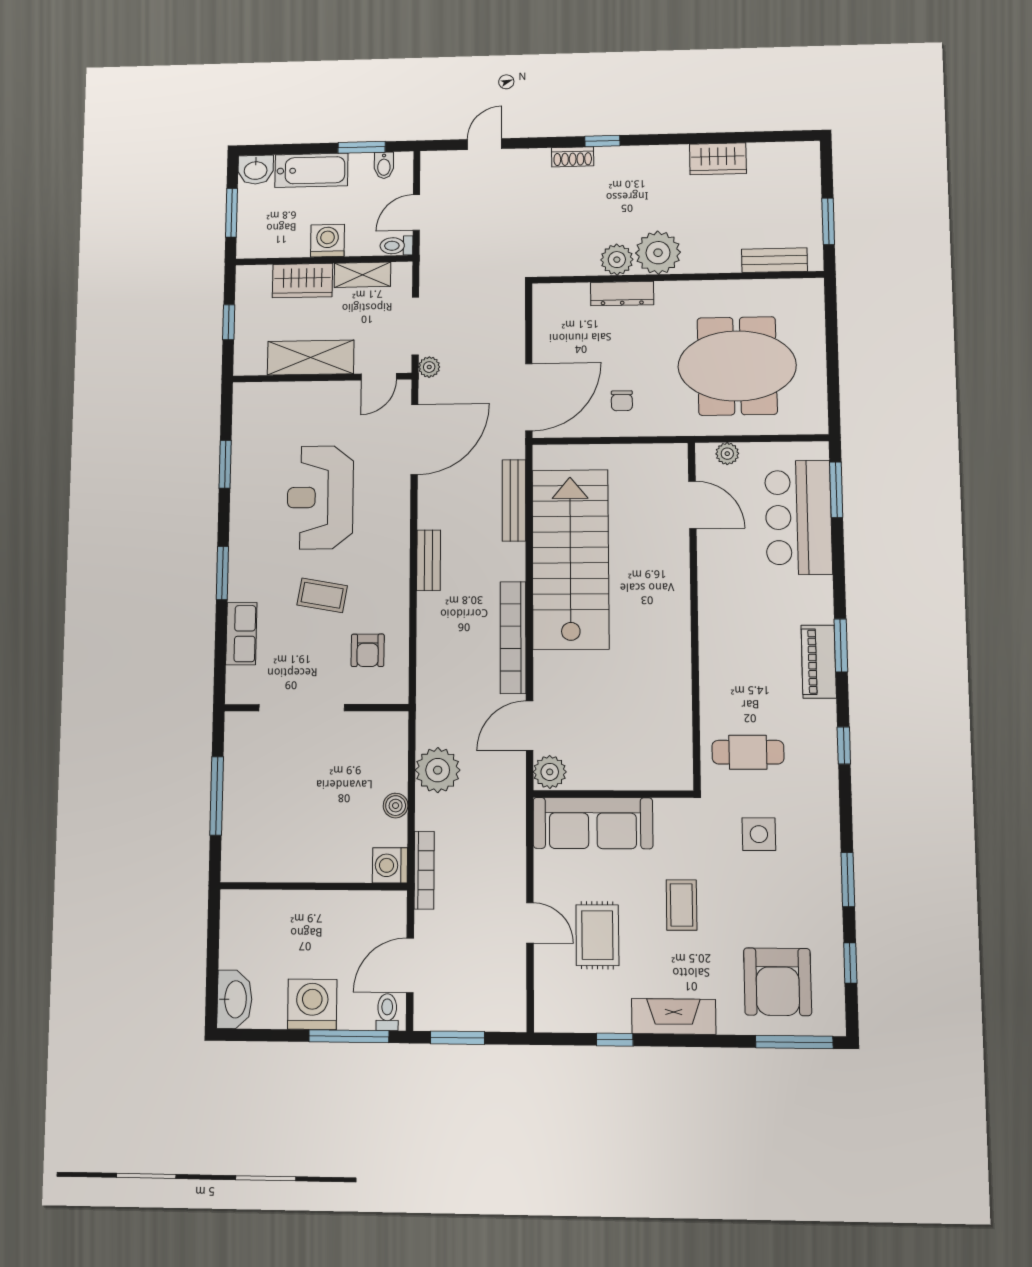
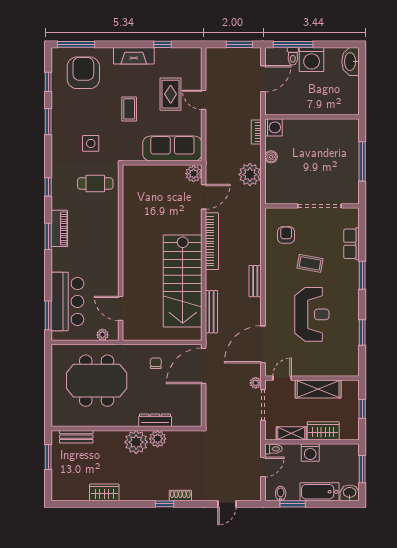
bookcase: (424, 870) -> (256, 132), width x0.64
toilet: (387, 1012) -> (293, 56), moved

